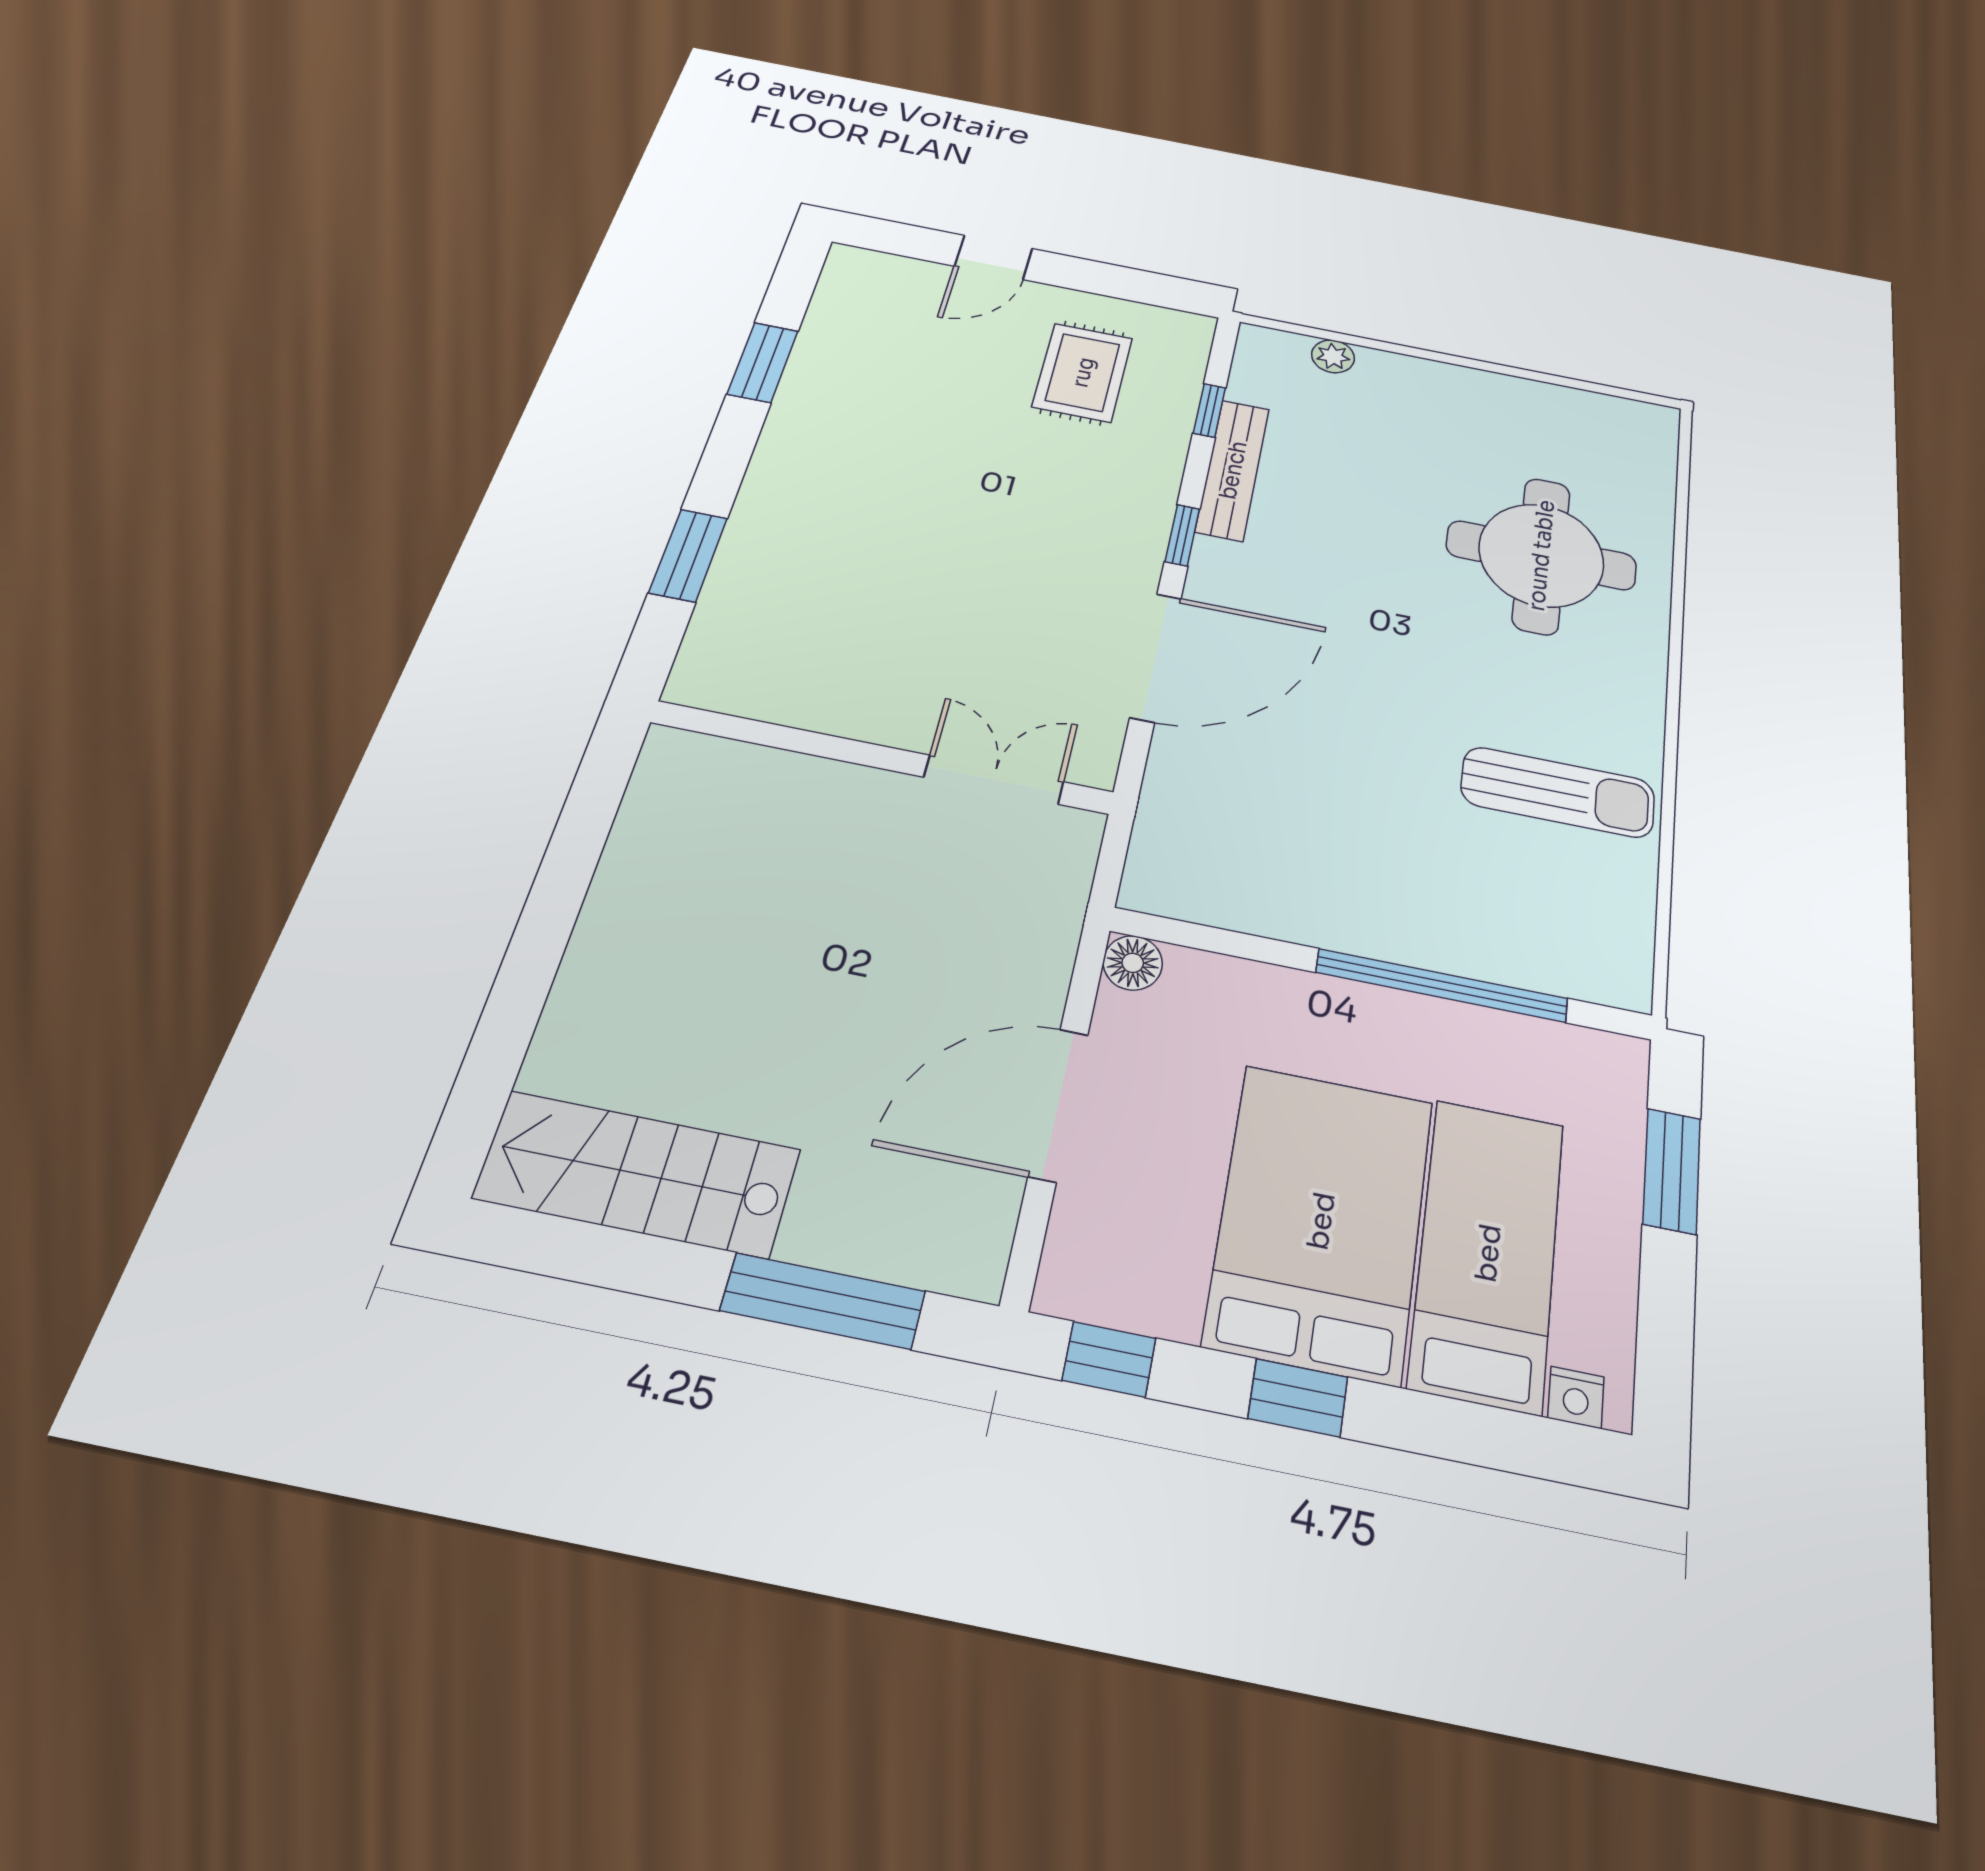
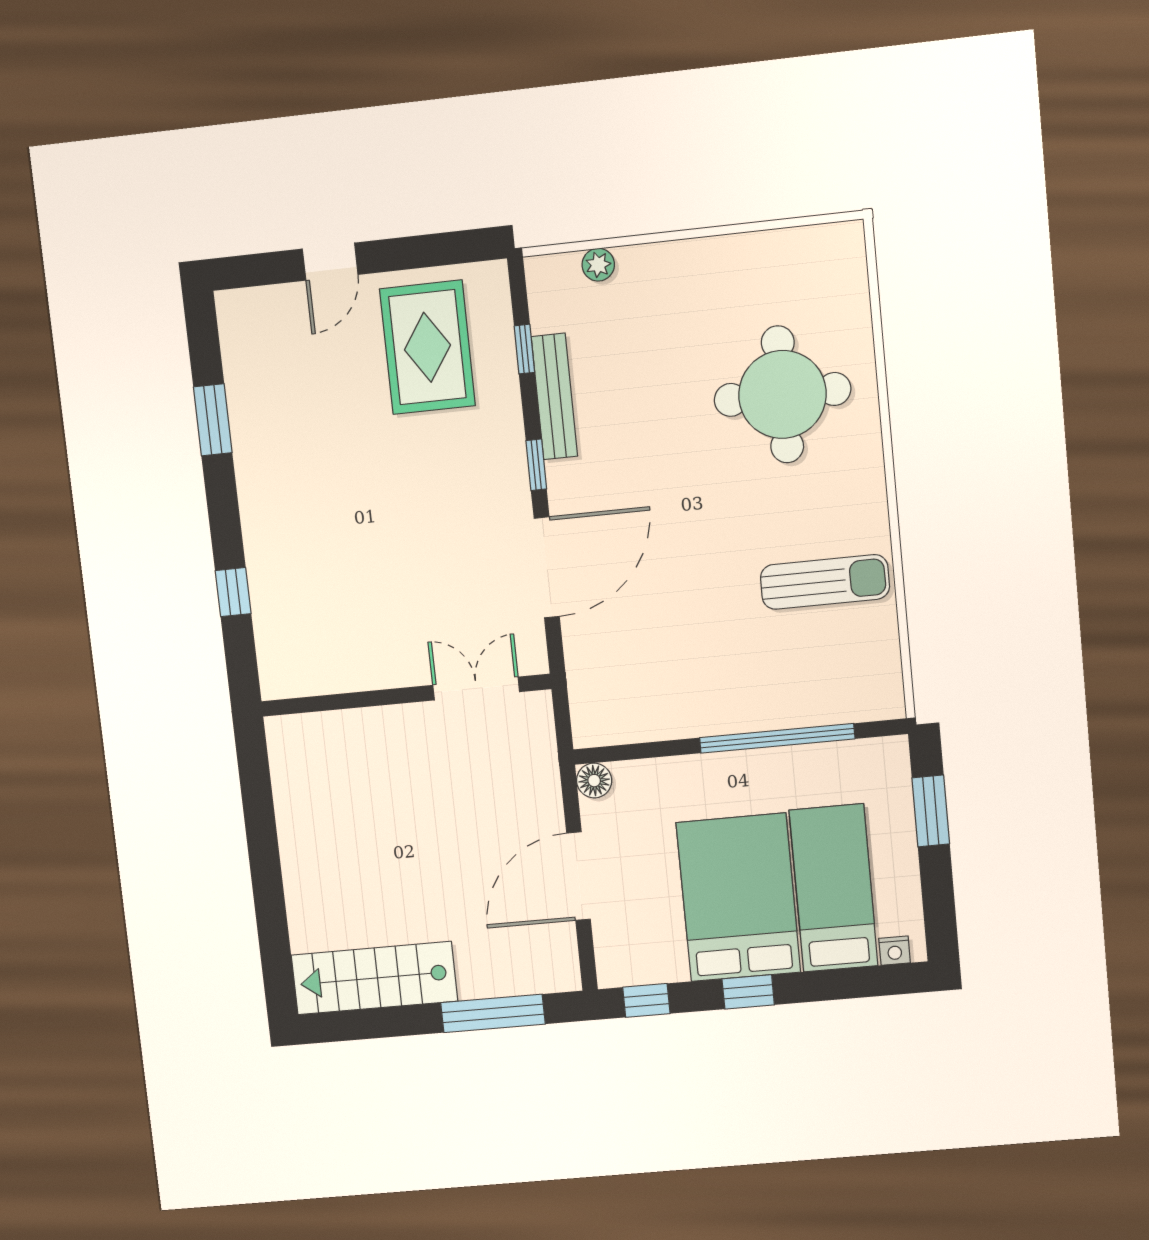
rug: (1083, 372) -> (427, 347), width x1.36, depth x1.43
window: (688, 555) -> (233, 592), width x0.67

